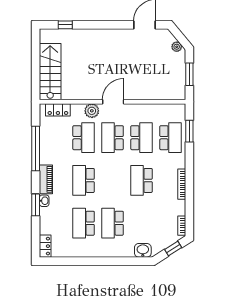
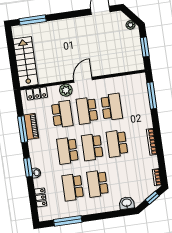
window: (65, 25) -> (33, 20), width x2.17
window: (189, 131) -> (152, 95), width x1.44
school desk: (171, 138) -> (92, 147), moved, turned 180
window: (36, 149) -> (23, 129), width x0.68
piano: (46, 179) -> (31, 126), moved
window: (36, 205) -> (28, 167), moved
locker: (45, 246) -> (41, 197), moved
window: (72, 261) -> (68, 221), added

